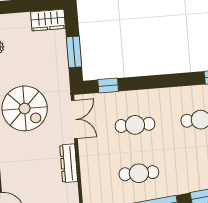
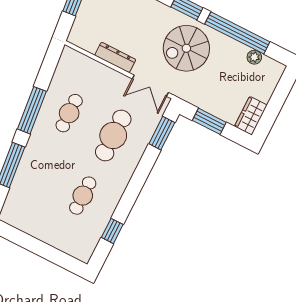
window: (108, 86) -> (162, 133), width x1.50
cafe table: (135, 125) -> (113, 136), width x1.37, depth x1.35

